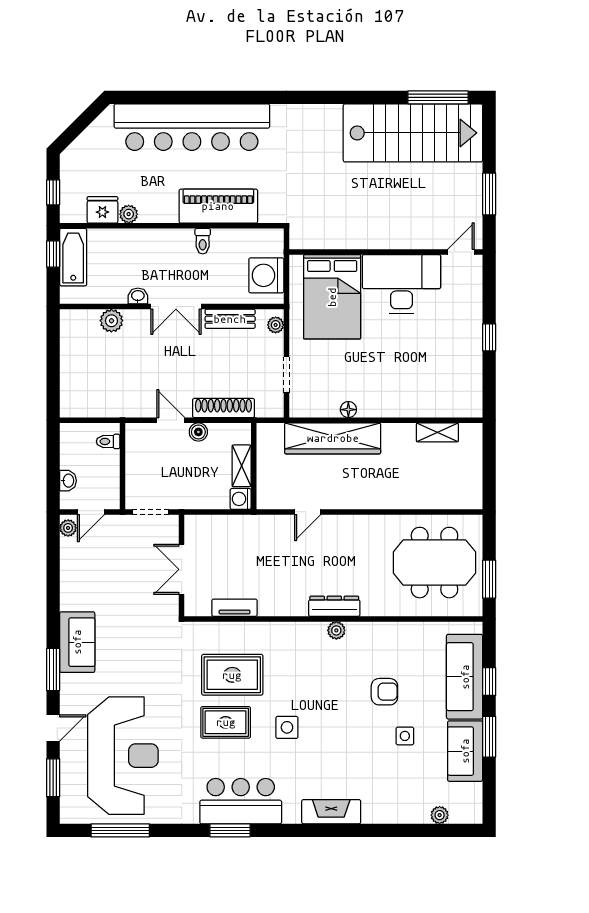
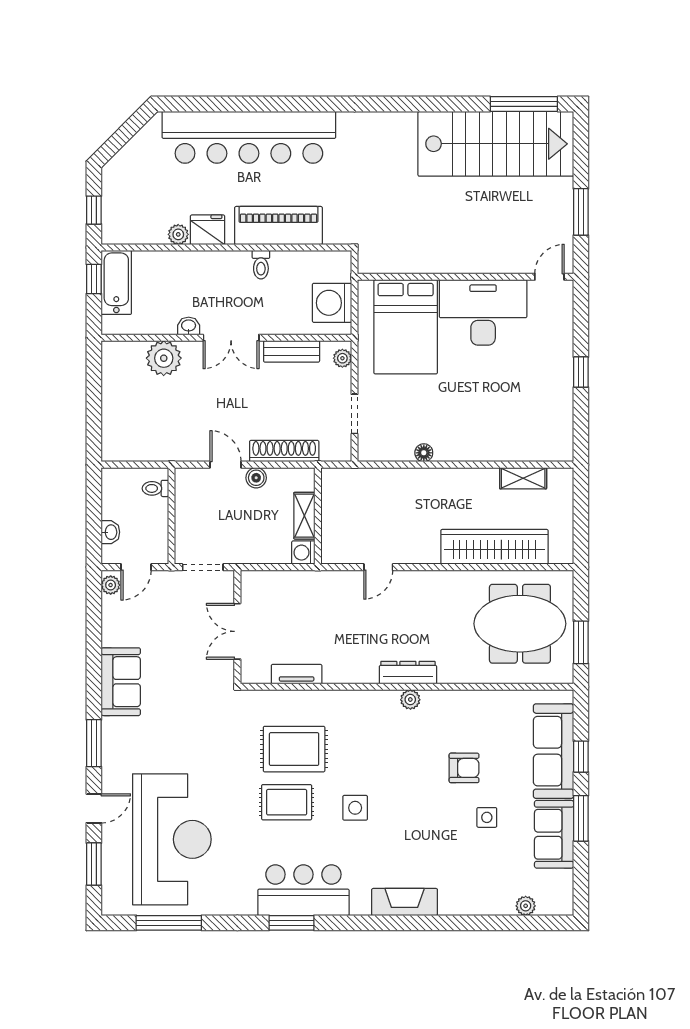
fridge: (102, 210) -> (208, 230), moved
plant: (111, 321) -> (164, 358), width x1.36, depth x1.36
wardrobe: (333, 438) -> (494, 547), moved, turned 180
sofa: (77, 642) -> (121, 682), moved

